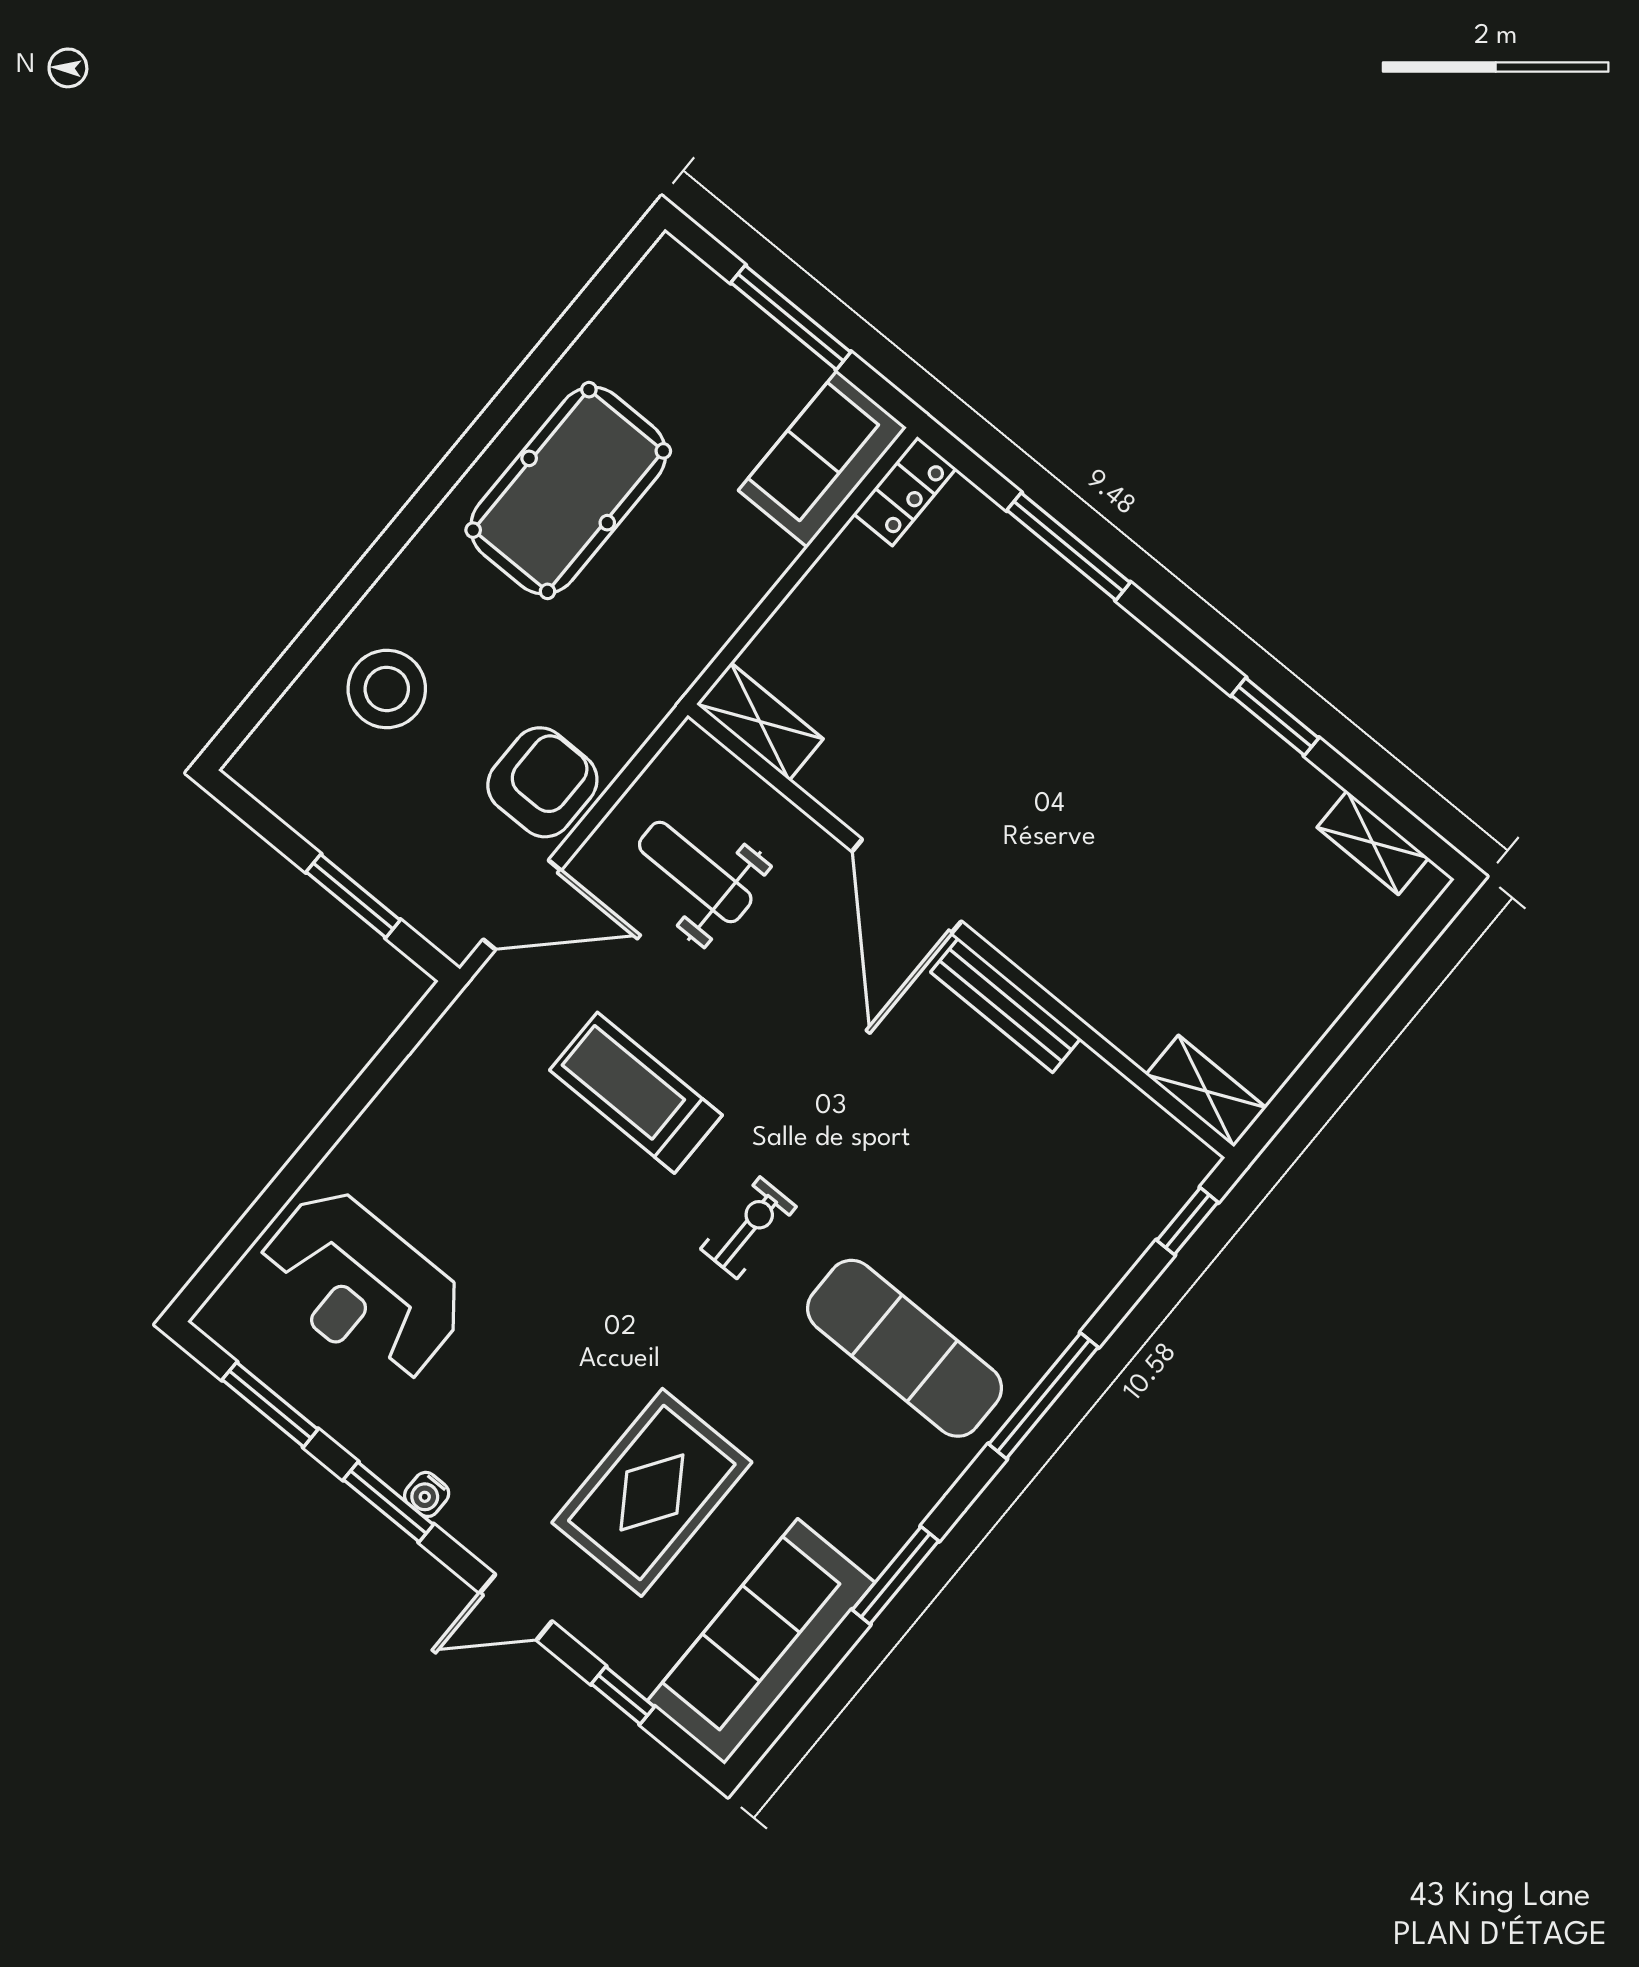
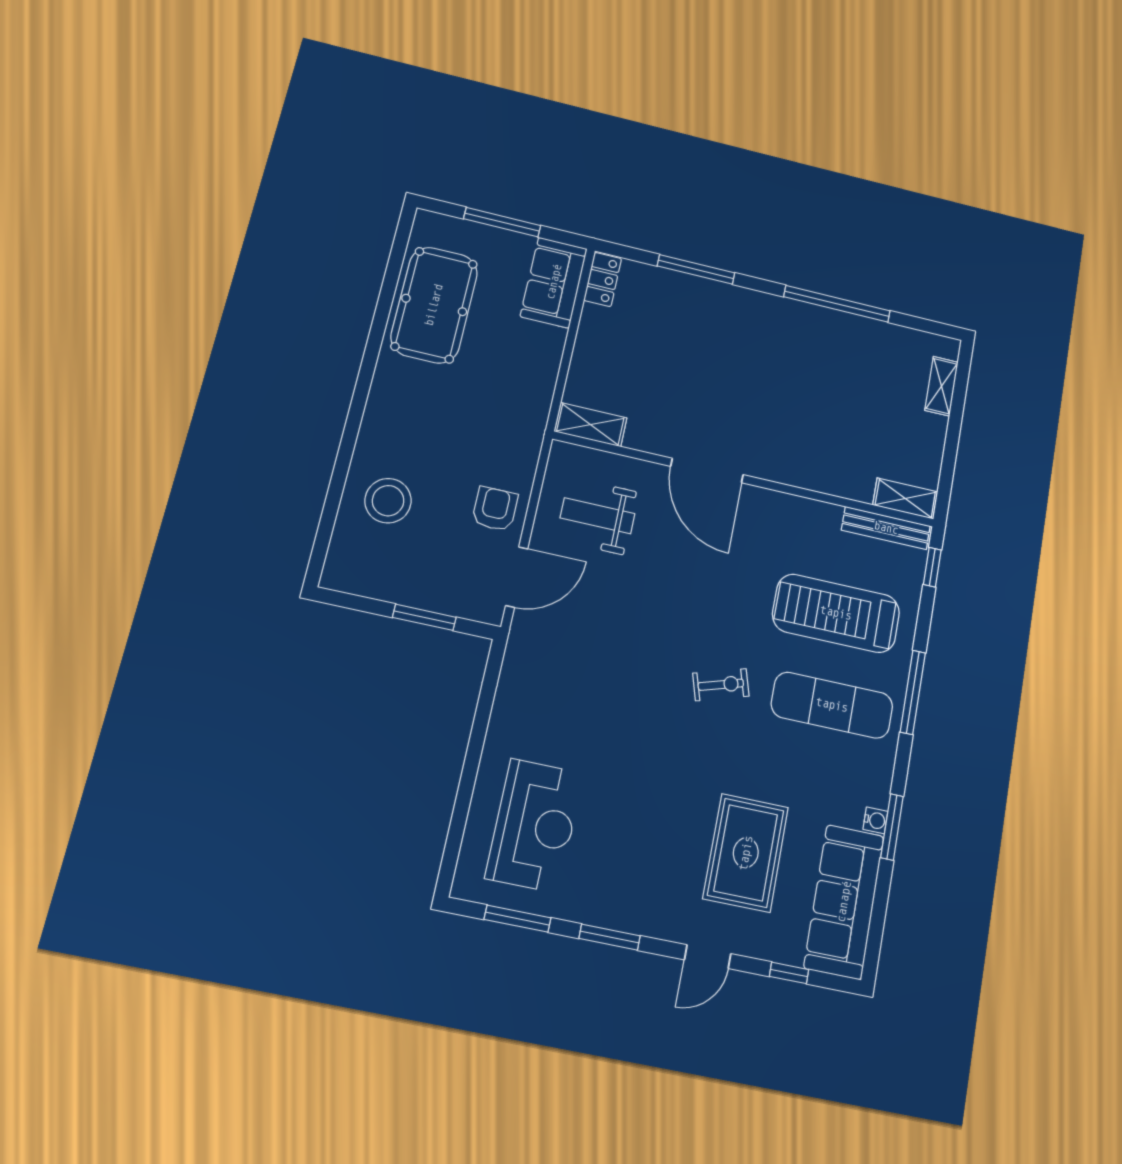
pool table: (568, 491) -> (434, 305), moved
window: (1275, 717) -> (837, 304), width x2.11
armchair: (542, 782) -> (495, 509), width x0.72, depth x0.72
shelving: (1373, 843) -> (941, 386), moved, turned 90
bench: (1006, 1005) -> (886, 528), moved
treadmill: (636, 1093) -> (836, 613), moved, width x1.37, depth x1.38
exercise bike: (748, 1228) -> (721, 685), turned 73
reception desk: (361, 1286) -> (535, 825), turned -90
water cooler: (427, 1494) -> (875, 820), moved, turned -90

